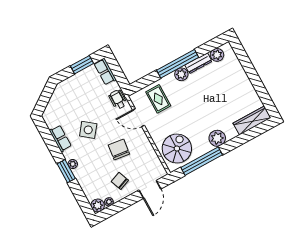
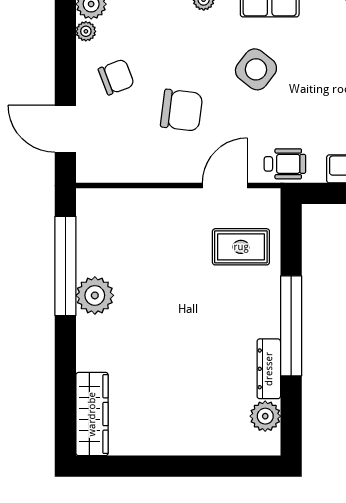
plant: (181, 74) -> (265, 322), removed
plant: (217, 138) -> (95, 295), moved
spiral stairs: (177, 149) -> (119, 230), removed

